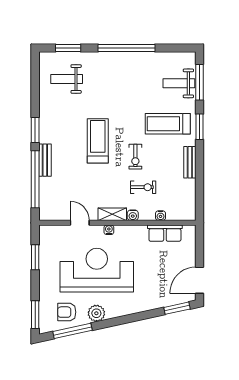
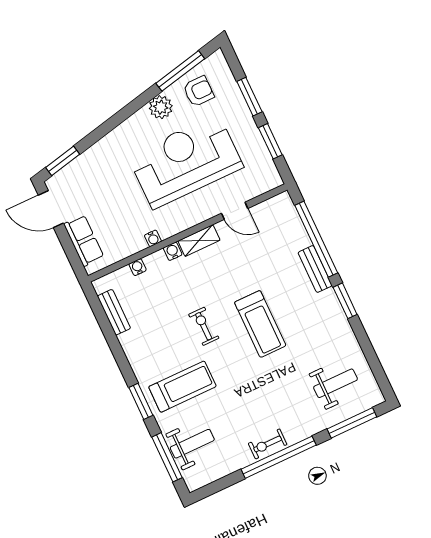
window: (68, 48) -> (352, 423), width x1.44
bench: (190, 162) -> (114, 312), moved
exercise bike: (143, 187) -> (268, 444), moved
water cooler: (109, 230) -> (153, 238), moved
row of seats: (165, 233) -> (84, 241), moved, turned 90
reception desk: (97, 270) -> (185, 161), turned 180
door: (200, 280) -> (51, 209), swing flipped
window: (35, 315) -> (249, 97), moved

